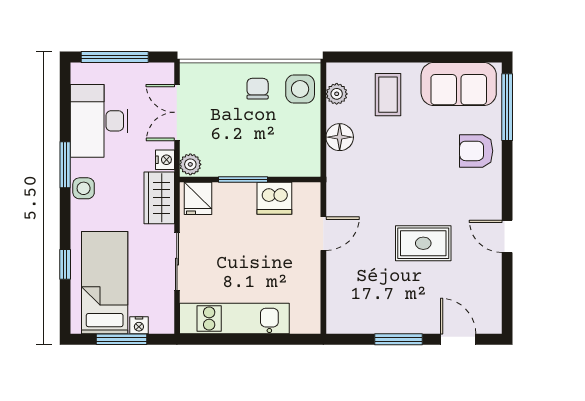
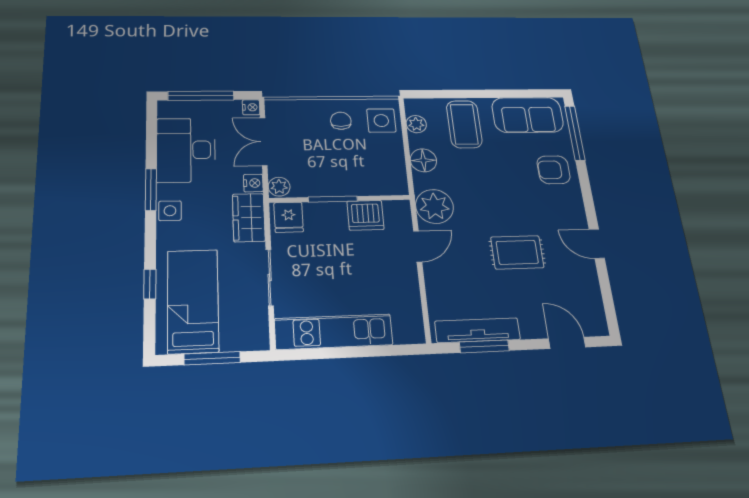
coffee table: (388, 95) -> (464, 124), width x1.36, depth x1.30
plant: (345, 190) -> (434, 206), added
tv unit: (372, 323) -> (478, 330), added
nightstand: (139, 325) -> (251, 107), moved, turned -90
window: (398, 339) -> (484, 346), moved

